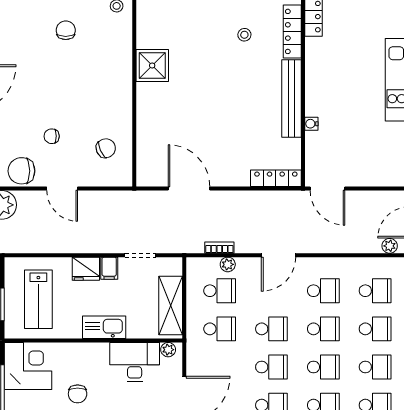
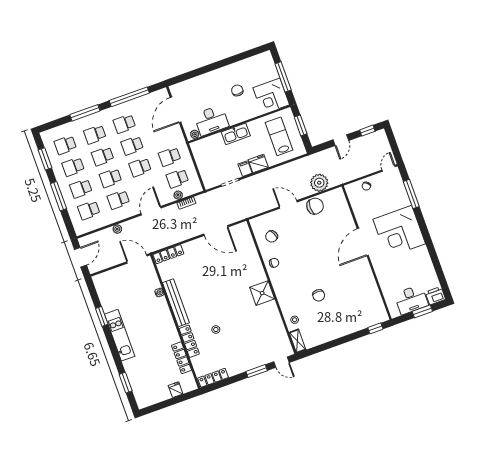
chair: (52, 136) -> (274, 263), moved
plant: (390, 246) -> (117, 229), moved
shelving: (171, 306) -> (202, 160), removed

